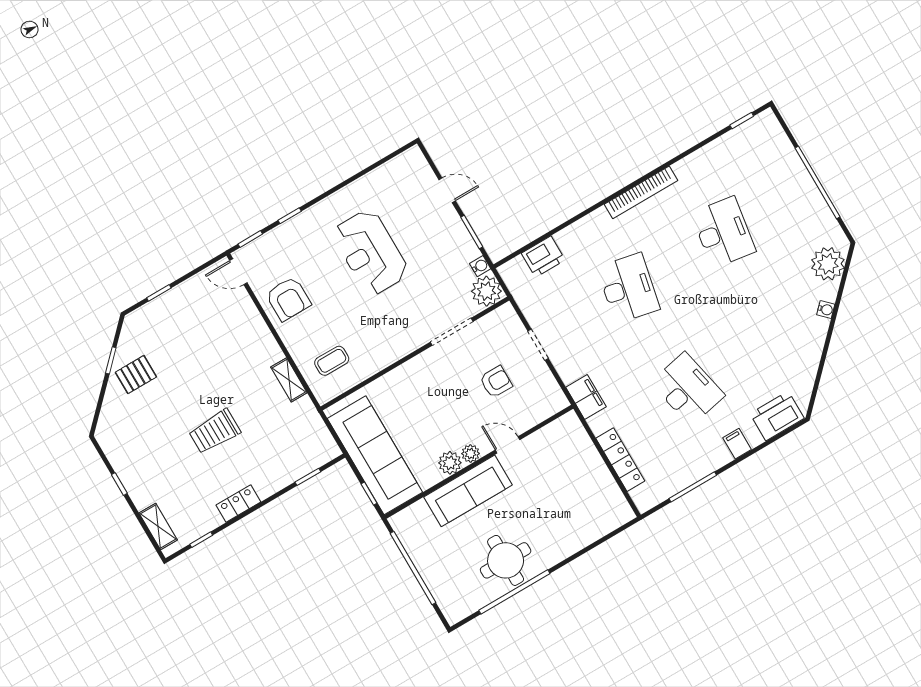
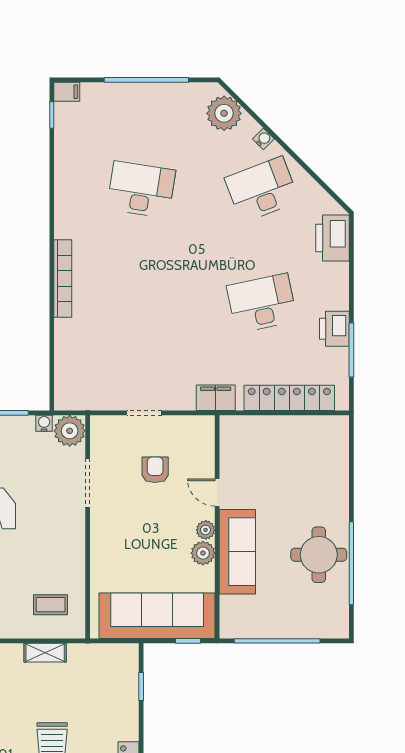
bookcase: (641, 192) -> (63, 279), moved
printer: (543, 257) -> (334, 329), moved, turned 180
desk: (628, 288) -> (262, 190), moved, turned -33
coffee table: (332, 361) -> (51, 605), turned 90
filing cabinet: (737, 444) -> (67, 92), moved, turned 180
door: (508, 445) -> (217, 492), hinge flipped
locker: (620, 460) -> (289, 398), width x1.41, depth x1.21

